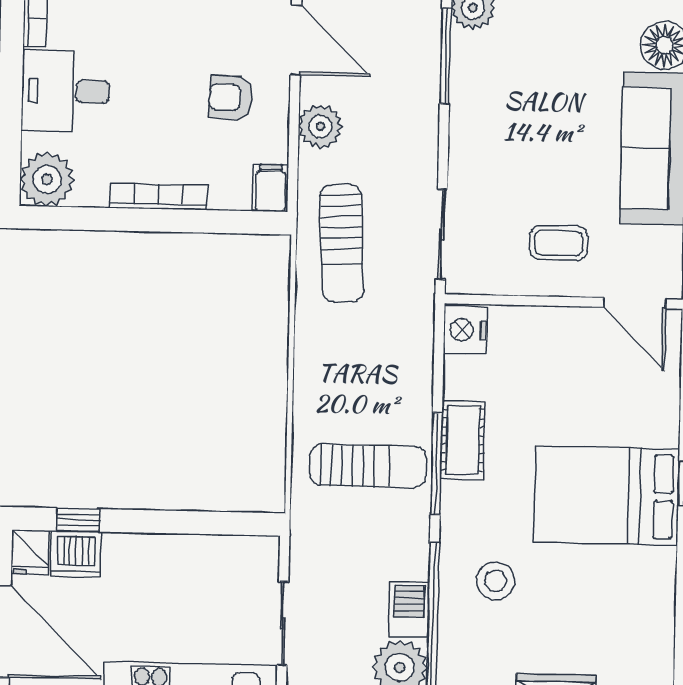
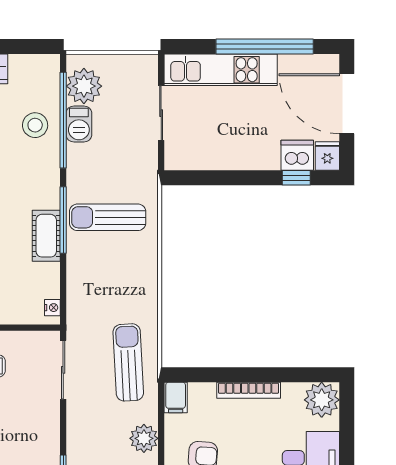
nightstand: (465, 330) -> (52, 308), width x0.53, depth x0.56
stool: (495, 581) -> (35, 125), moved

